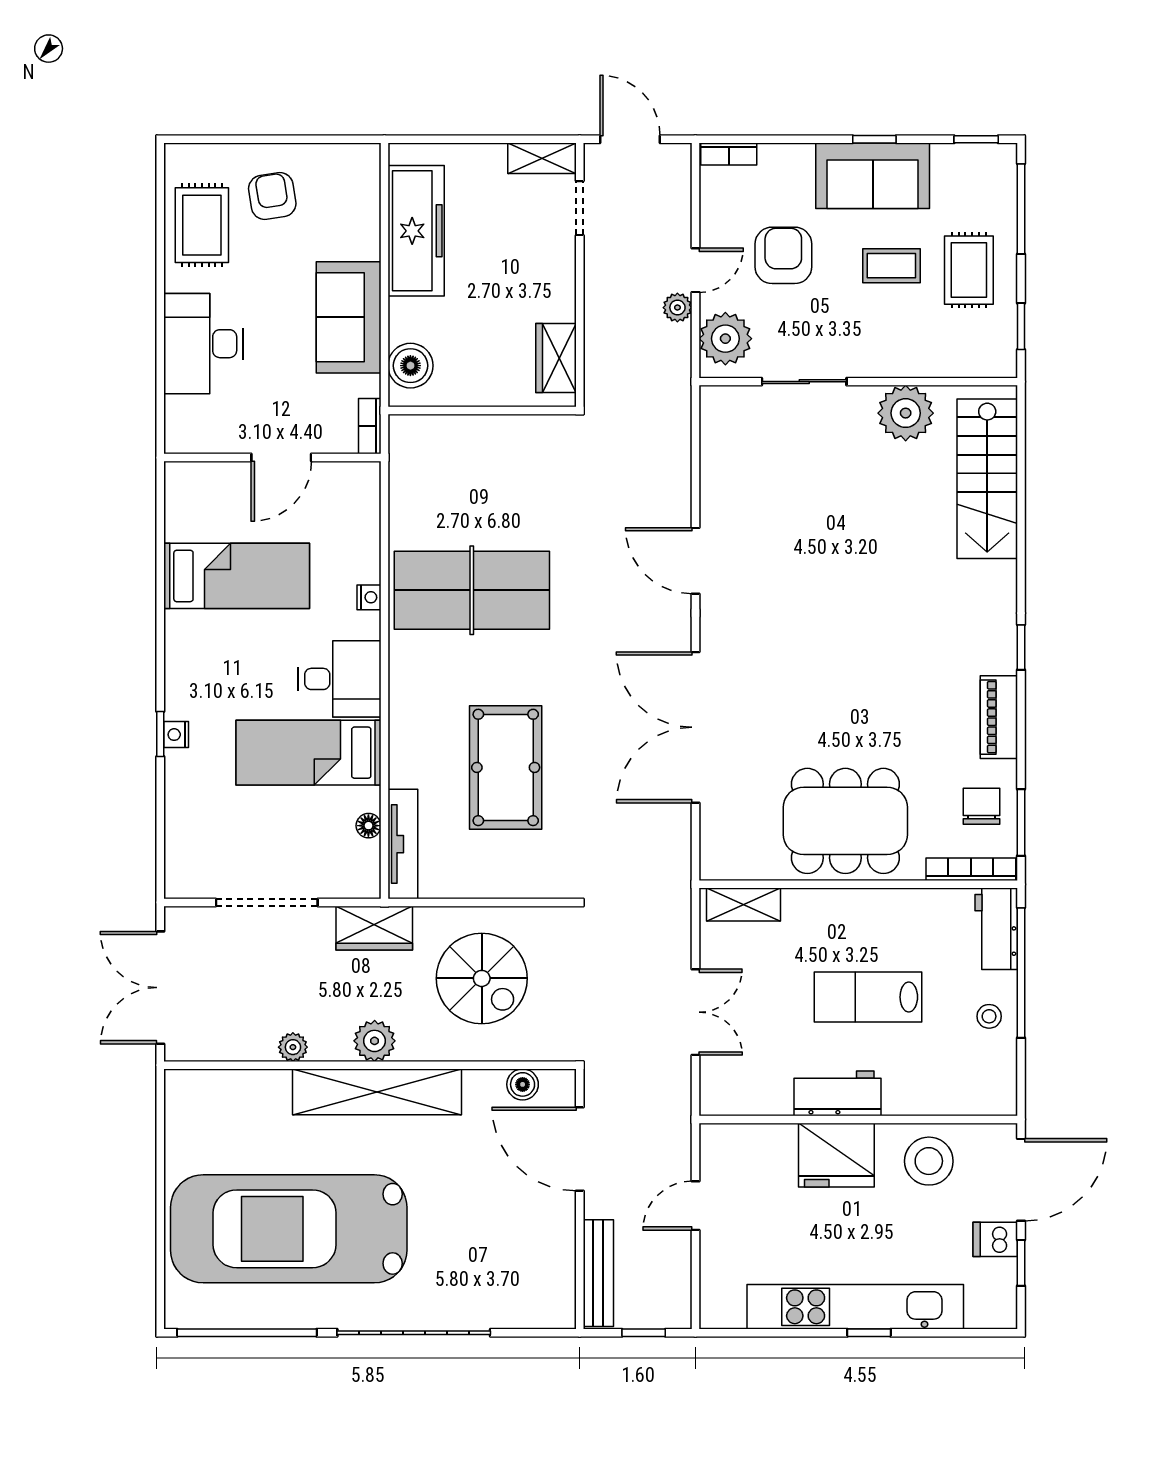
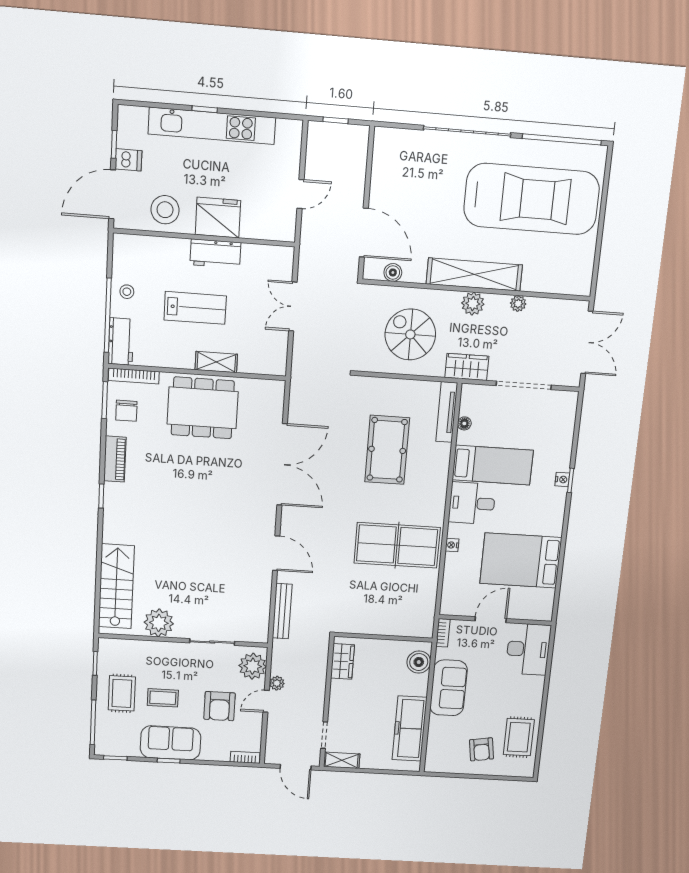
desk: (203, 344) -> (528, 649), moved
bed: (237, 576) -> (521, 561), width x1.50
shelving: (744, 905) -> (216, 362), moved
bench: (598, 1273) -> (282, 611), moved

